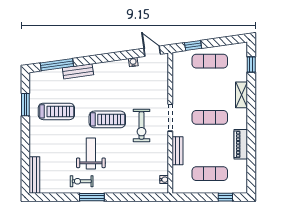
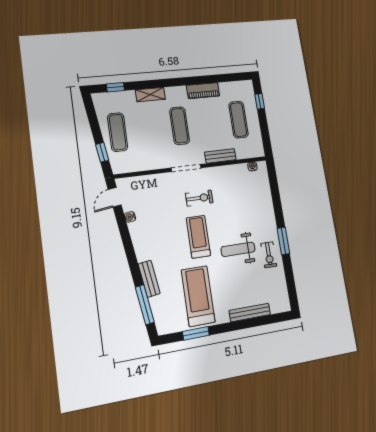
treadmill: (56, 111) -> (198, 296), width x1.37, depth x1.38
exercise bike: (141, 125) -> (199, 198), width x0.73, depth x0.72
bench: (34, 175) -> (250, 313), moved

